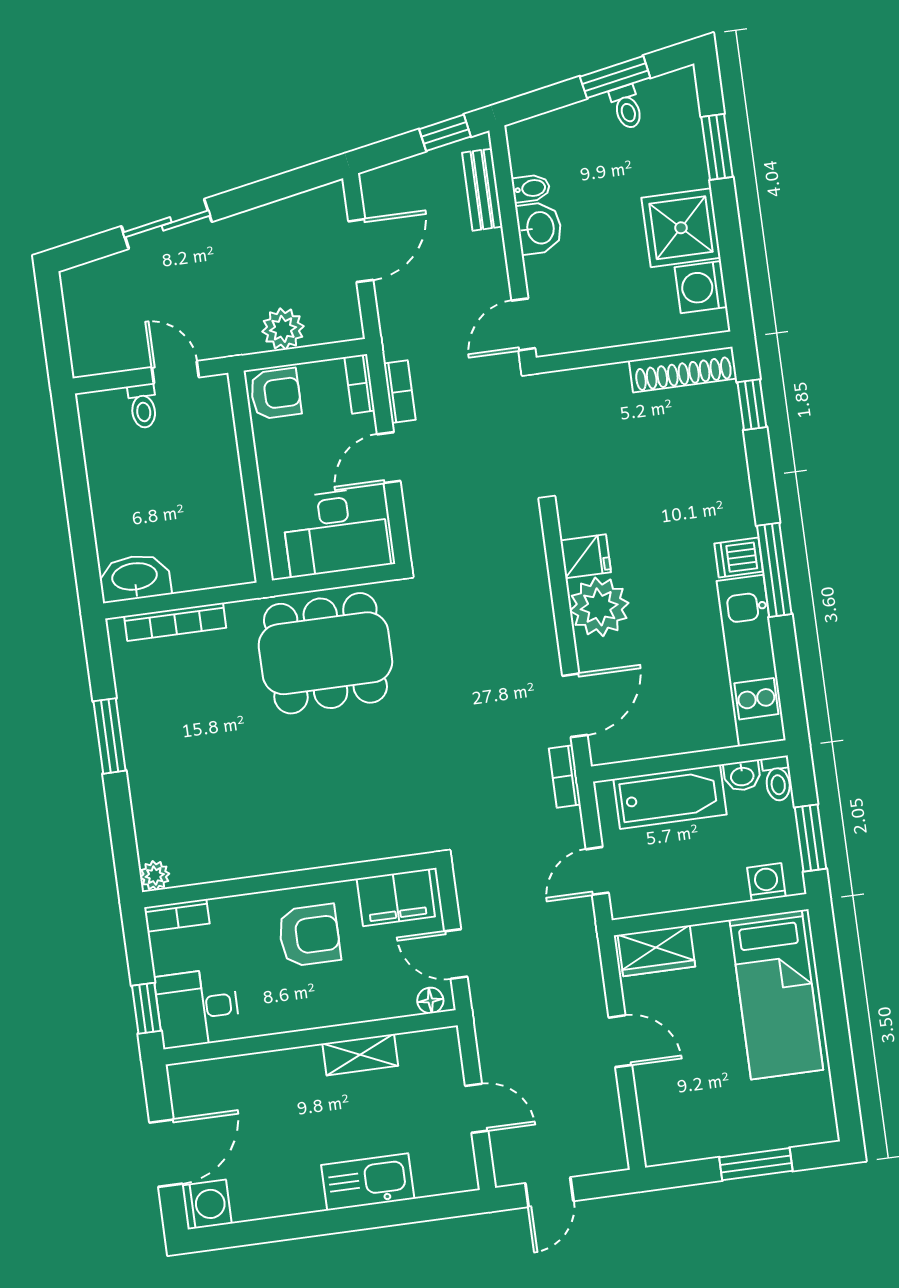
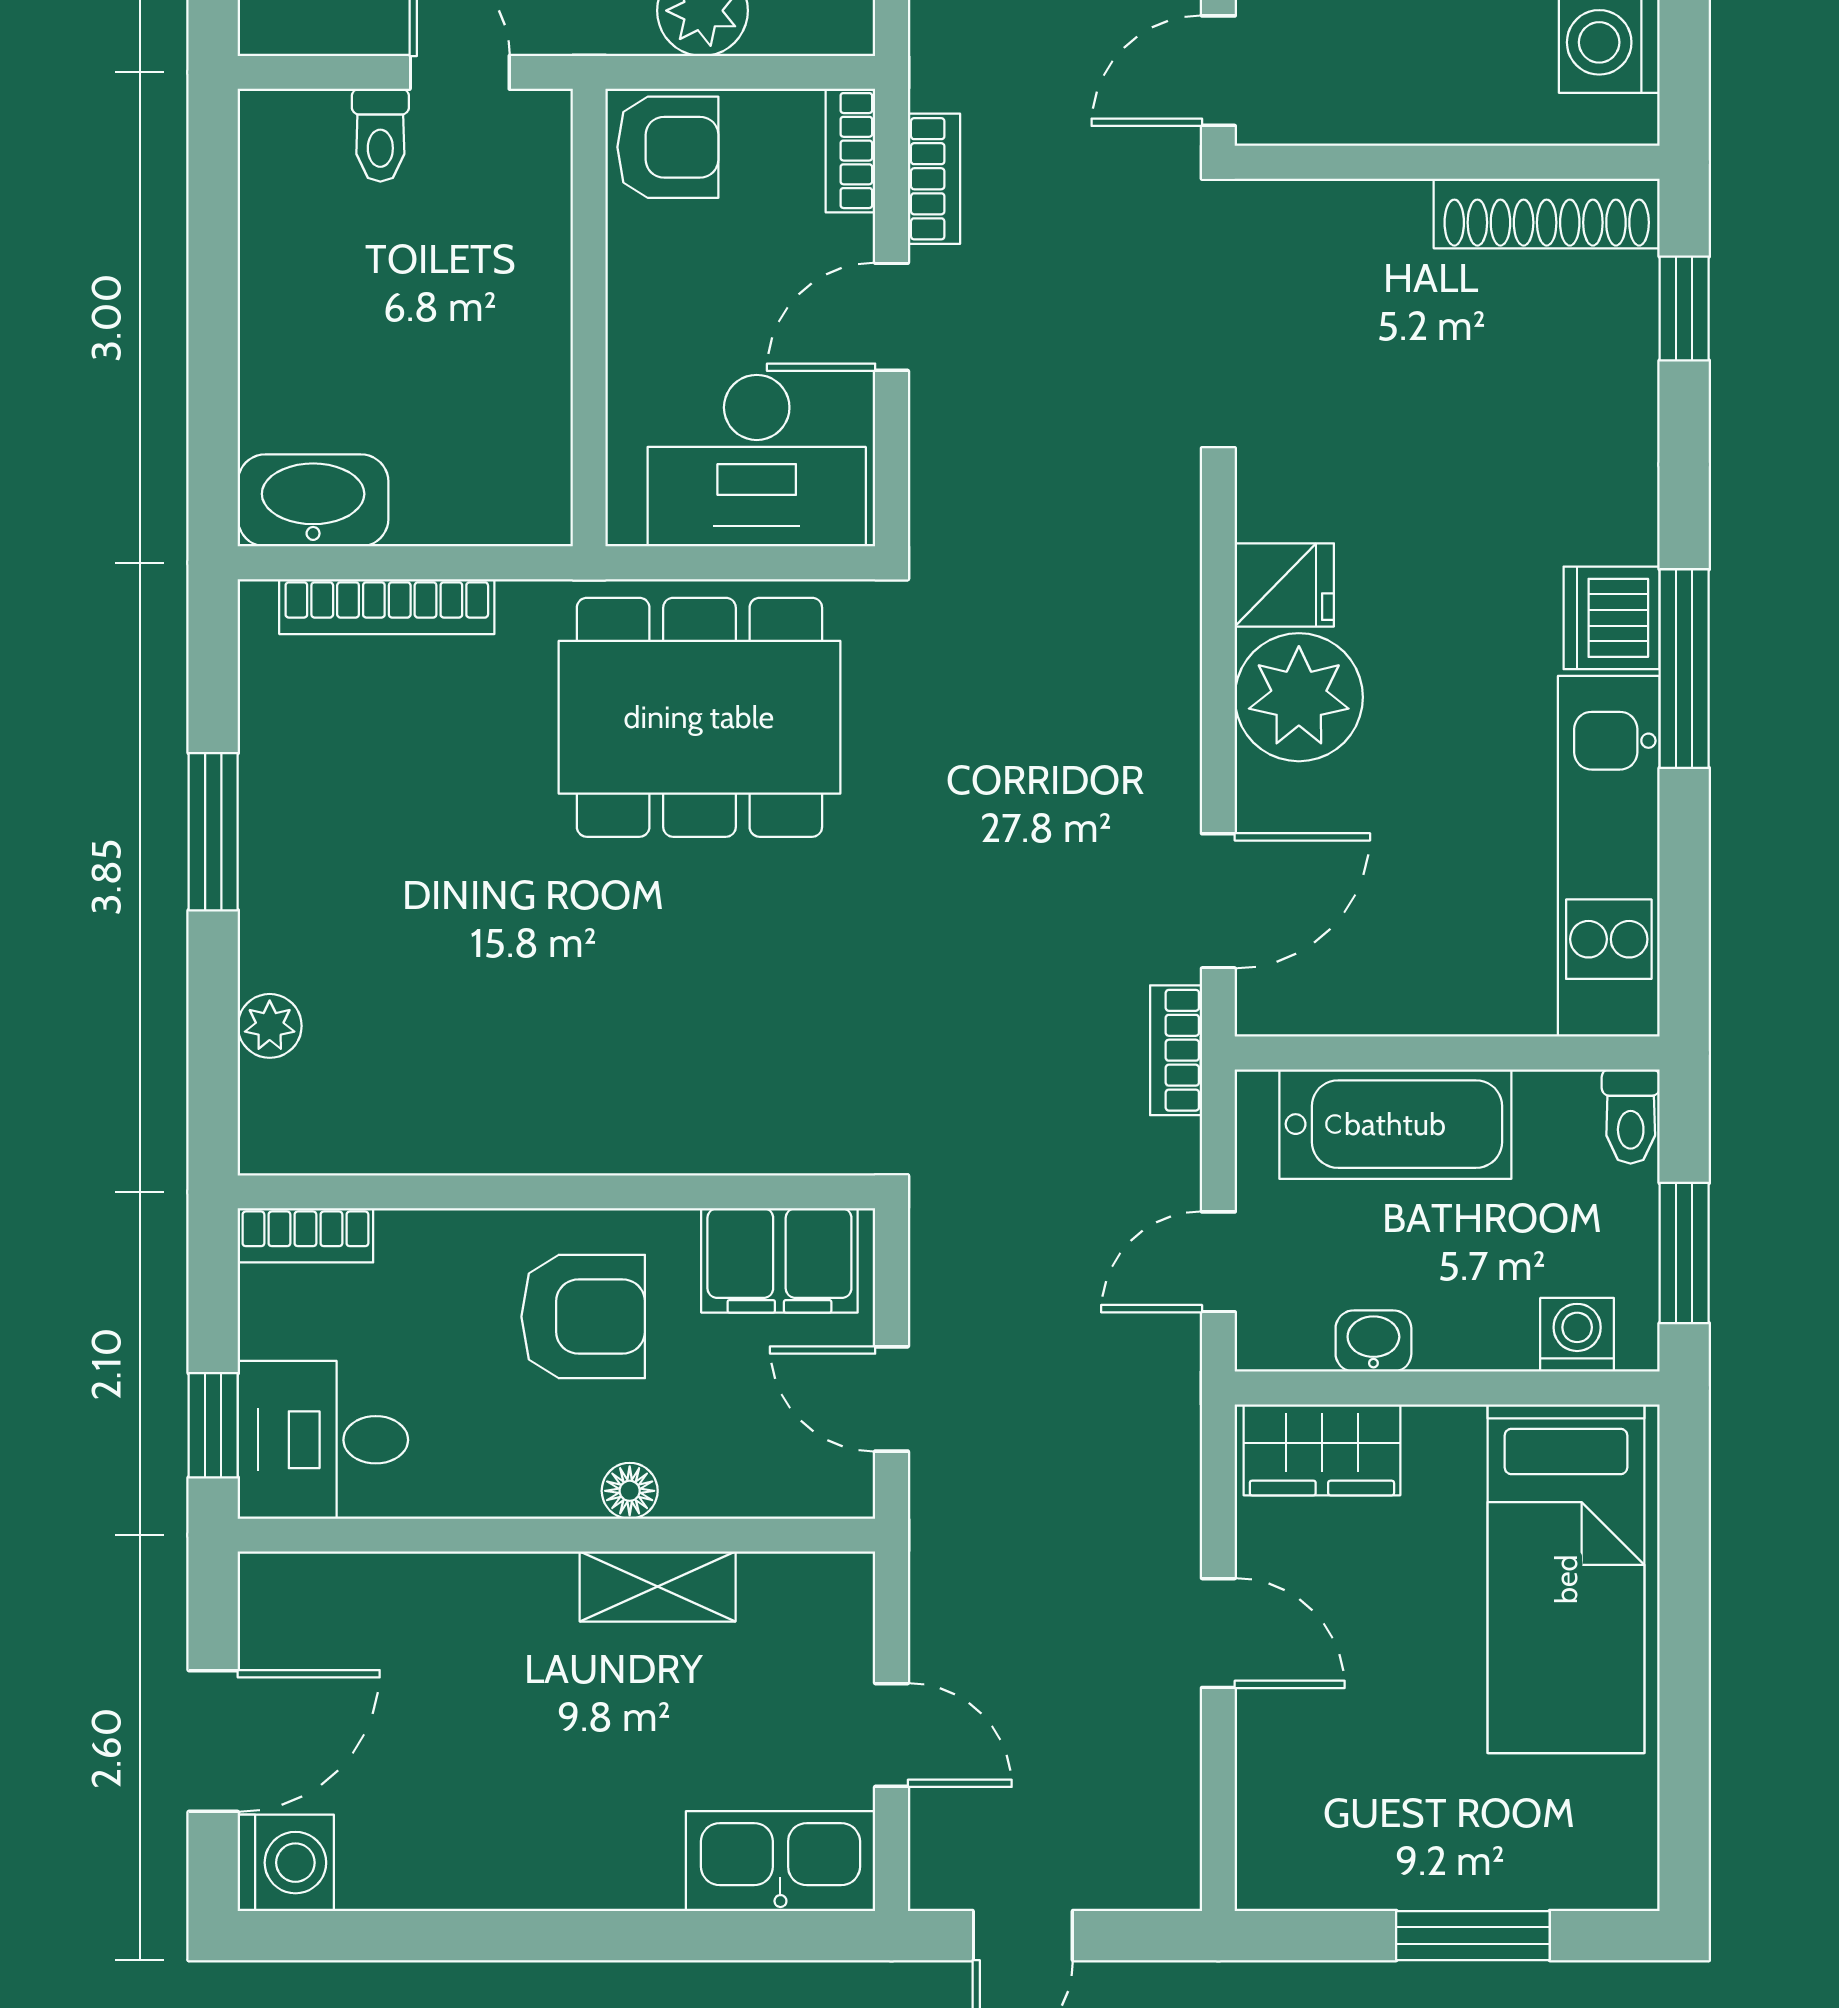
dishwasher: (739, 558) -> (1612, 618), width x1.38
washbasin: (742, 776) -> (1373, 1341), moved, turned 180
plant: (155, 876) -> (270, 1026), moved
floor lamp: (430, 1000) -> (630, 1491), moved
kitchen sink: (368, 1182) -> (780, 1861), moved

